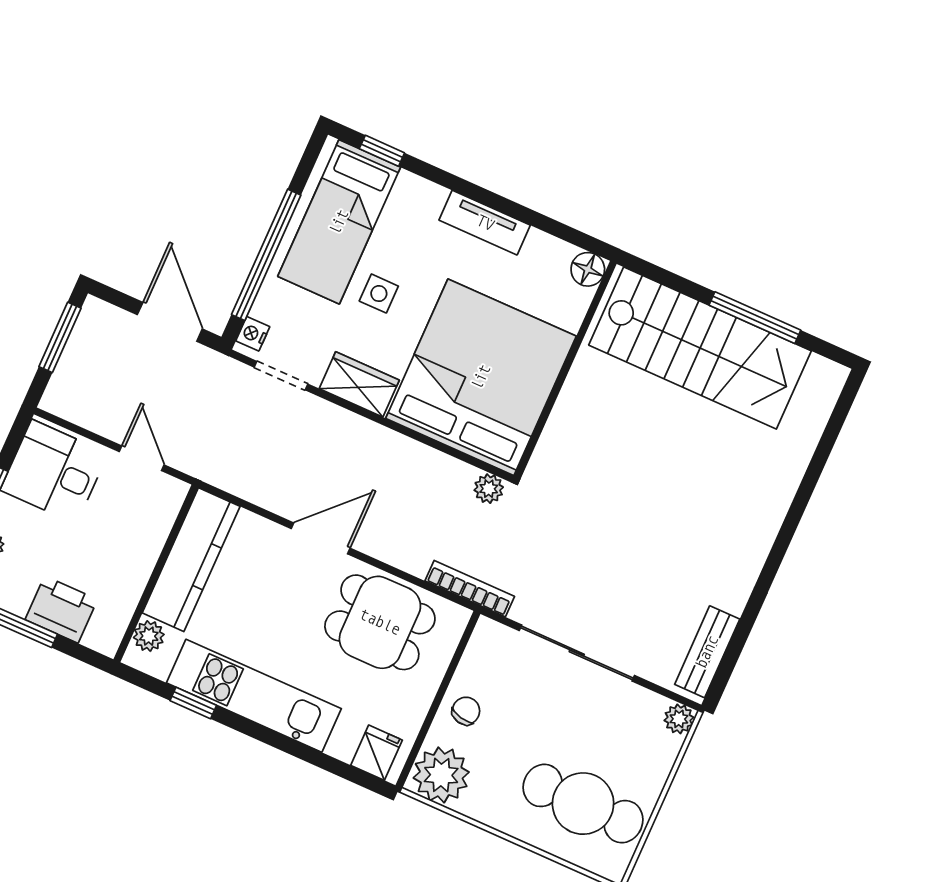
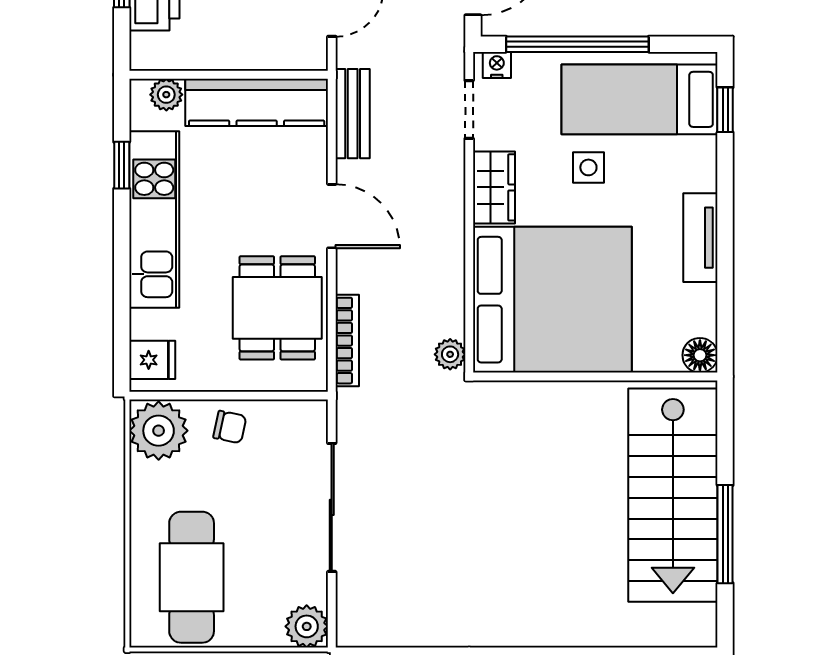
bookcase: (470, 589) -> (347, 341), moved
bench: (707, 652) -> (353, 114), moved, turned 90
plant: (679, 719) -> (307, 626), width x1.38, depth x1.38

